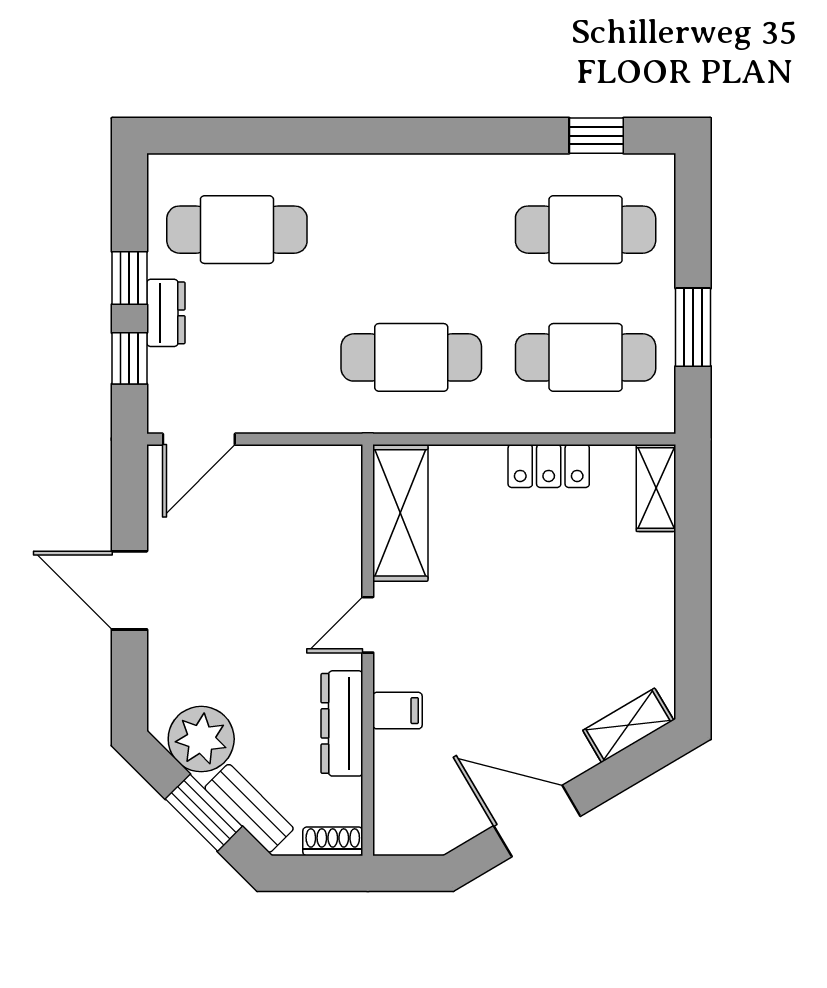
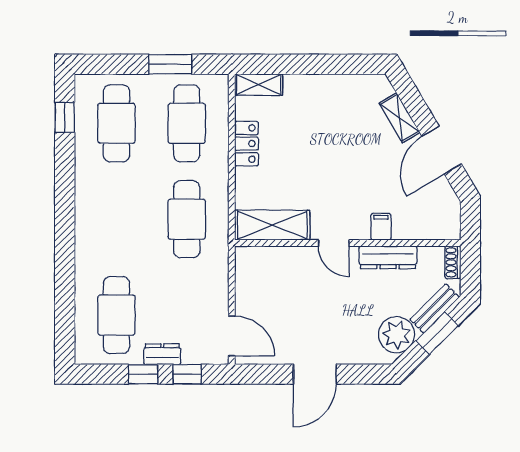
shelving: (628, 725) -> (400, 118), moved

